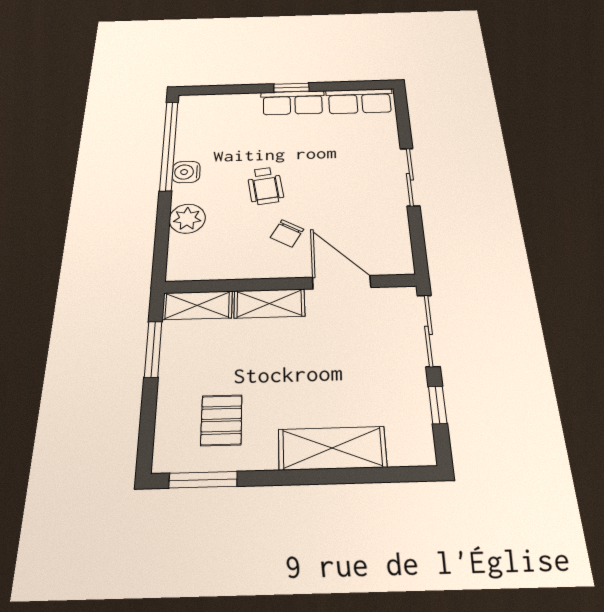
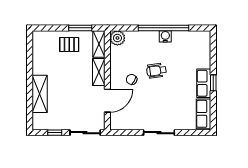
window: (169, 145) -> (163, 28), moved
plant: (187, 219) -> (117, 38), moved
pallet: (221, 420) -> (69, 44), moved
window: (203, 480) -> (30, 49), removed

